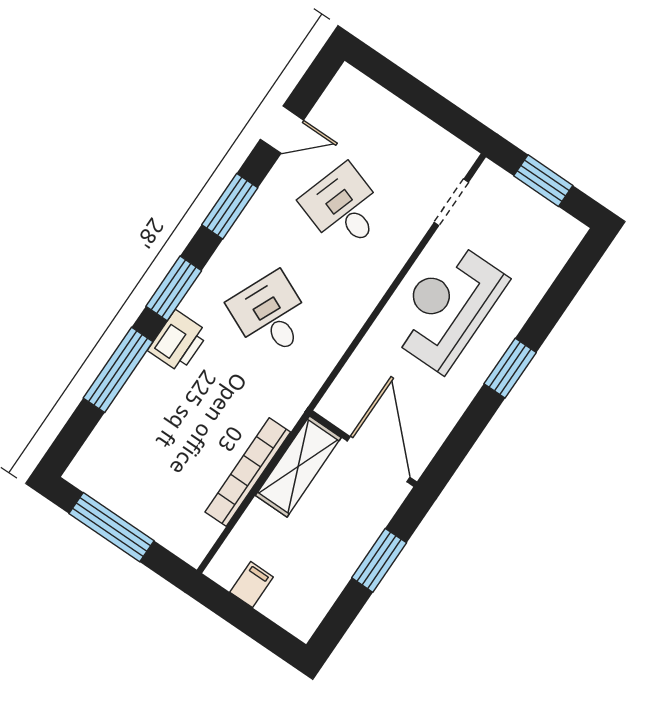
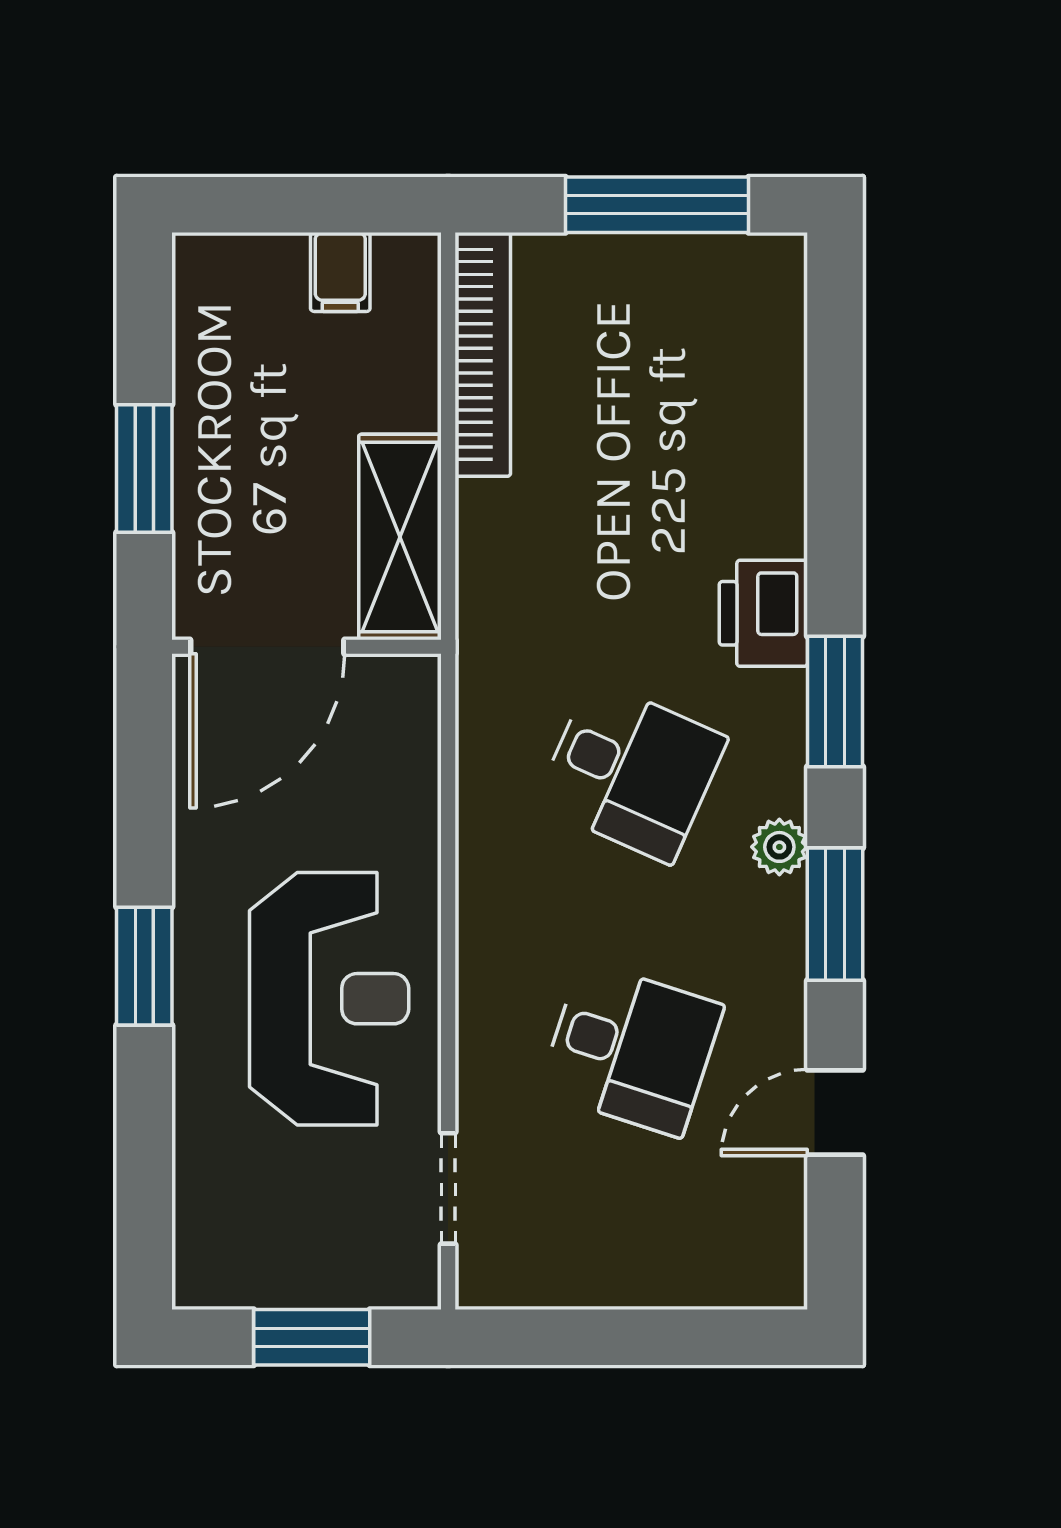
plant: (233, 247) -> (779, 847), added
window: (118, 370) -> (835, 490), removed
door: (378, 459) -> (267, 647), hinge flipped
bookcase: (248, 472) -> (483, 354), moved

